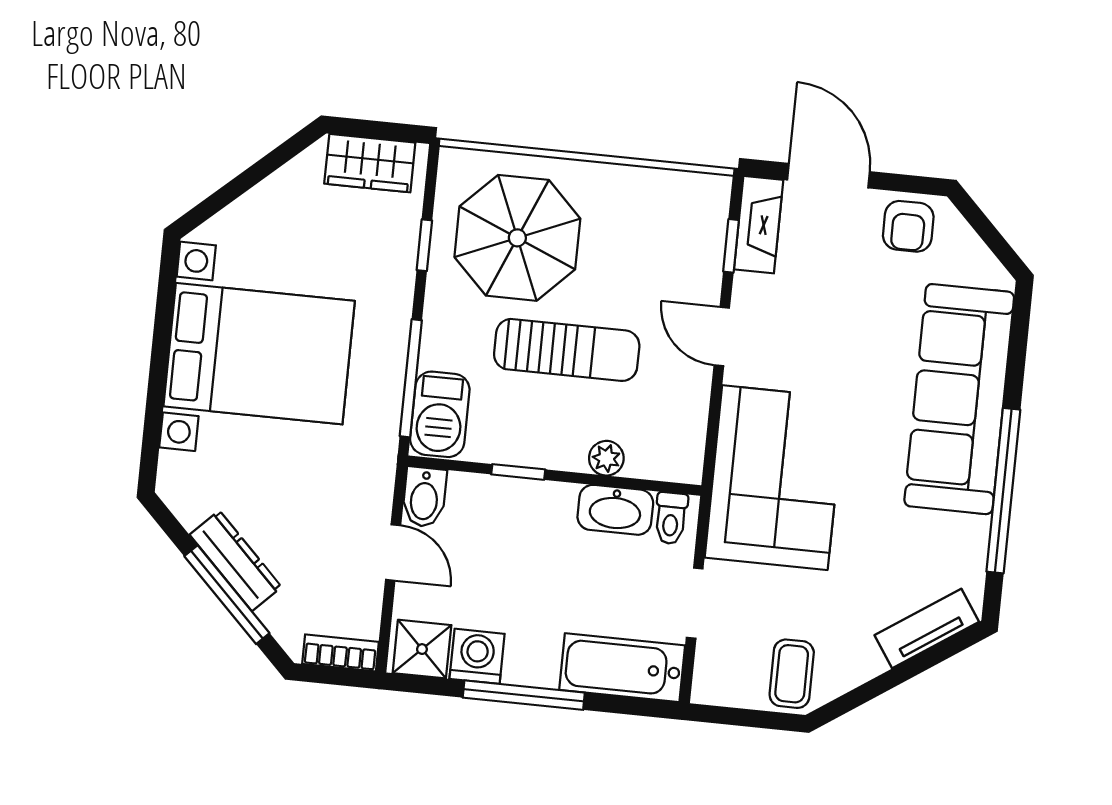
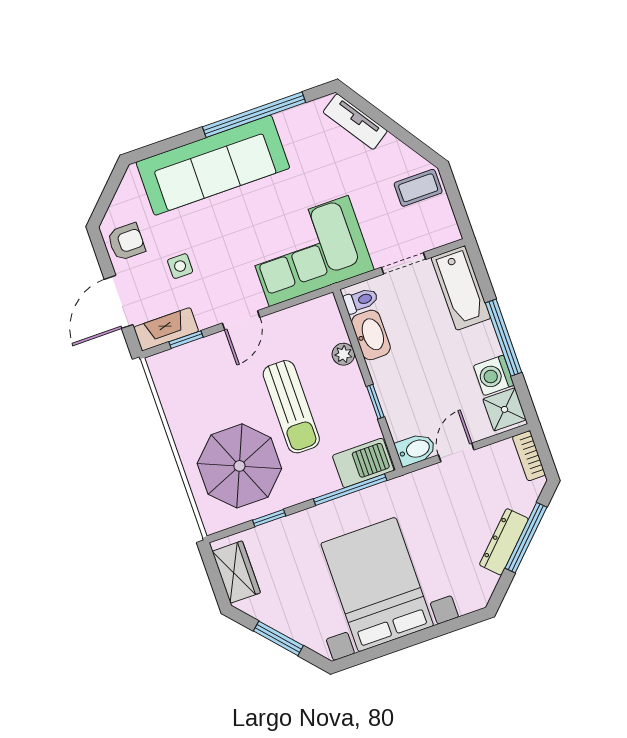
window: (249, 179) -> (278, 638), added
side table: (839, 286) -> (180, 266), added
sun lounger: (567, 350) -> (291, 407), turned 180

